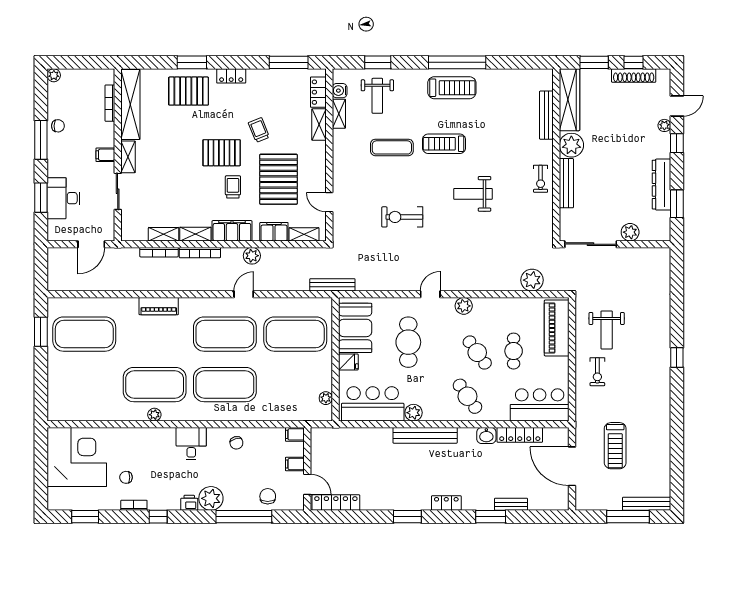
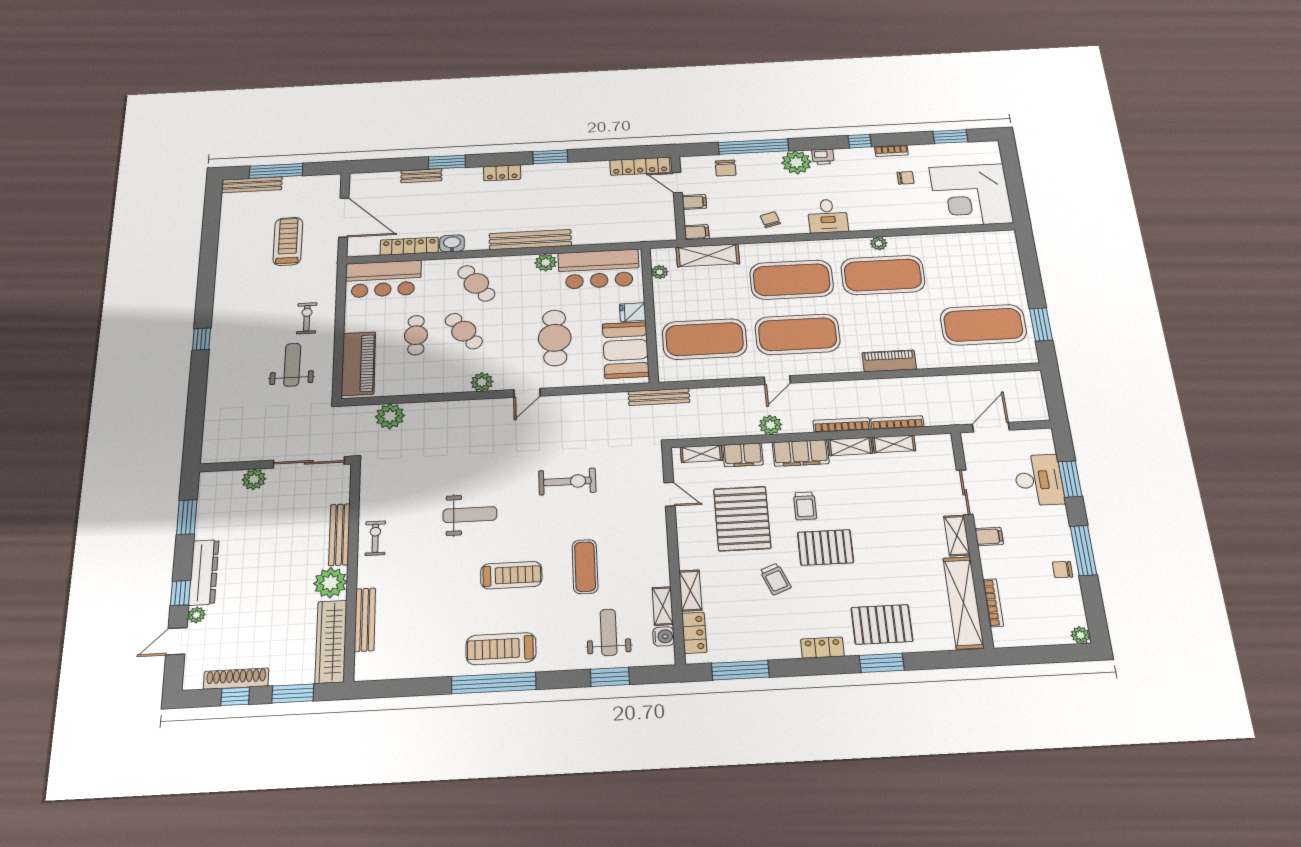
exercise mat: (392, 147) -> (585, 567), turned 90
dresser: (662, 185) -> (204, 572), moved
shelving: (288, 412) -> (708, 255), added

